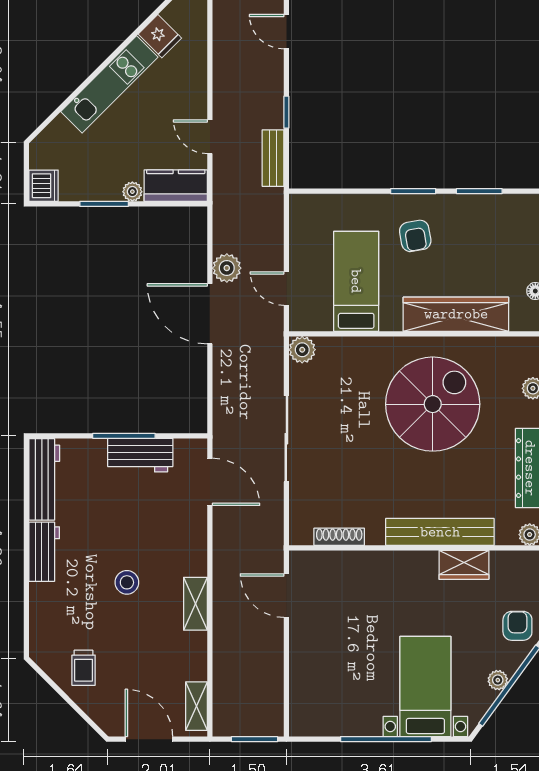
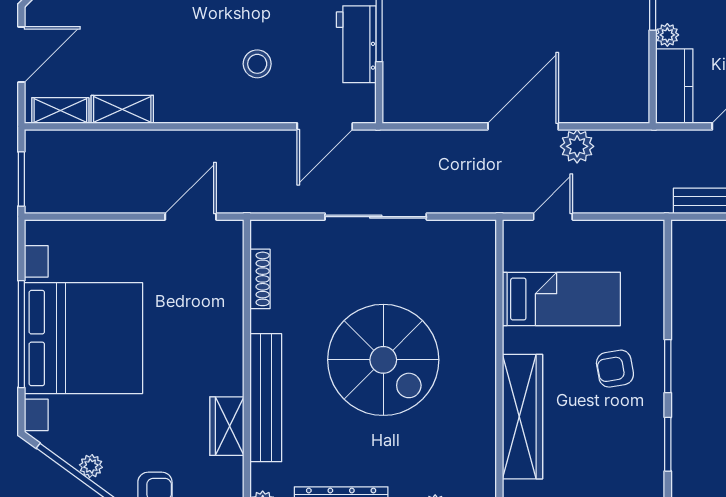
plant: (302, 350) -> (481, 235), removed
spiral stairs: (433, 404) -> (383, 360), moved
stool: (127, 582) -> (257, 64), moved
shelving: (195, 604) -> (122, 109), moved
bed with nightstands: (425, 686) -> (83, 338), width x1.85

